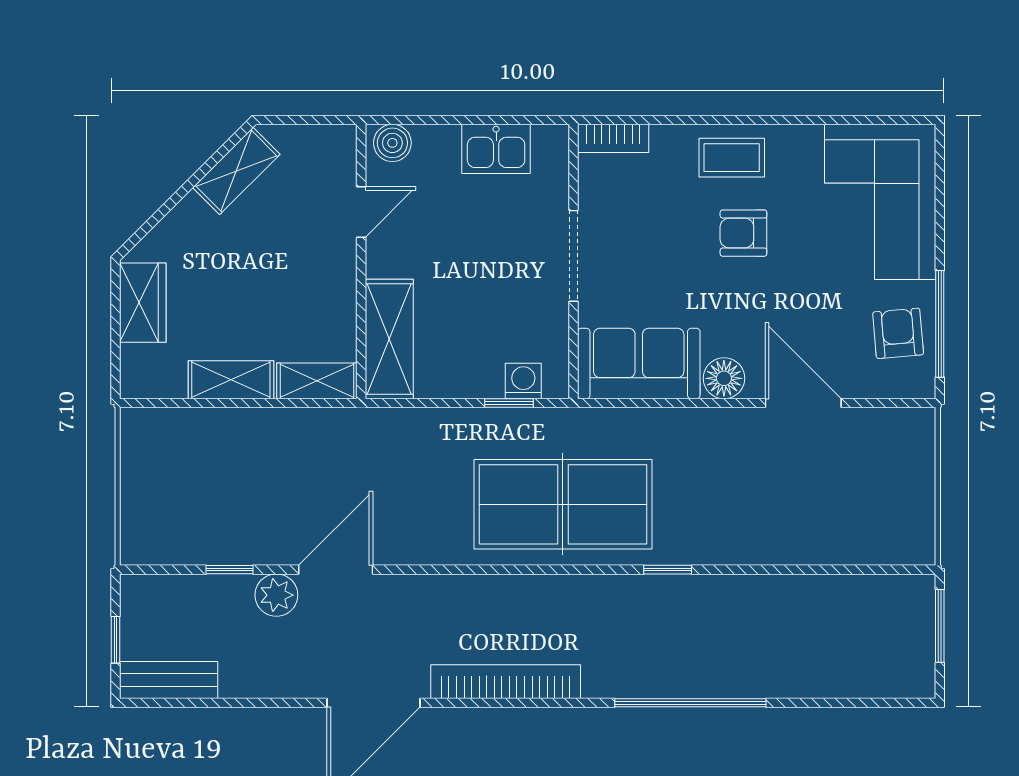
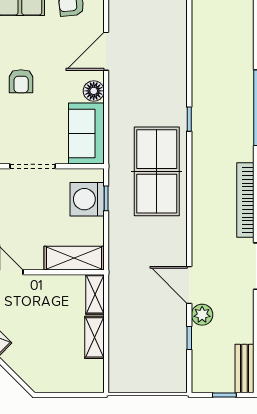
wardrobe: (143, 303) -> (56, 381), removed
washing machine: (523, 381) -> (87, 199), width x1.89, depth x1.89

